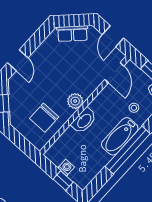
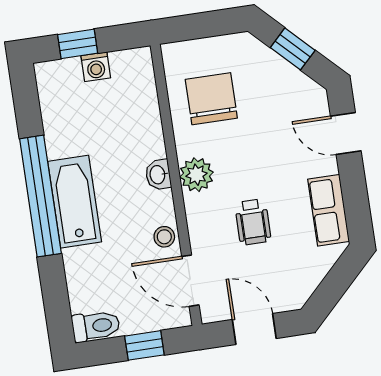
row of seats: (72, 34) -> (329, 210), moved, turned -45
wheelchair: (76, 68) -> (253, 222), added
stool: (134, 108) -> (164, 237), moved
washbasin: (84, 121) -> (158, 175), width x0.52, depth x0.69

